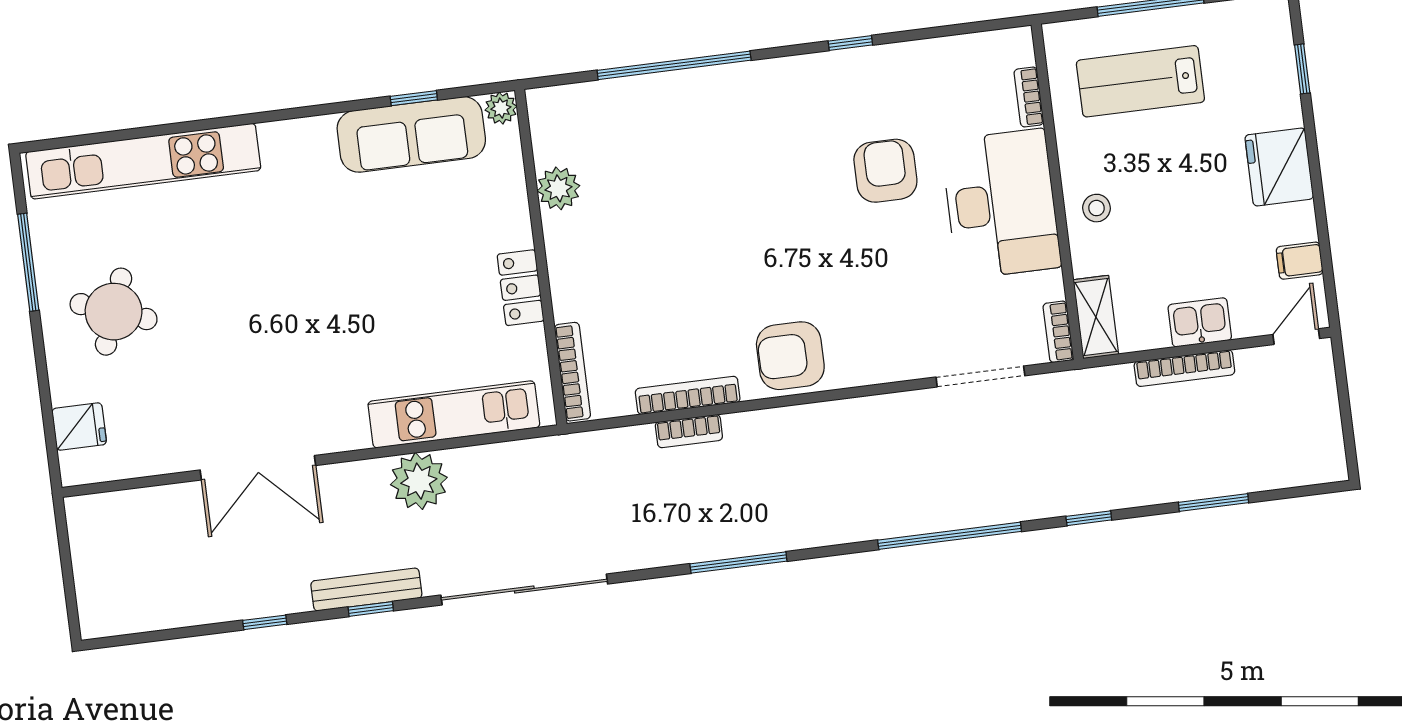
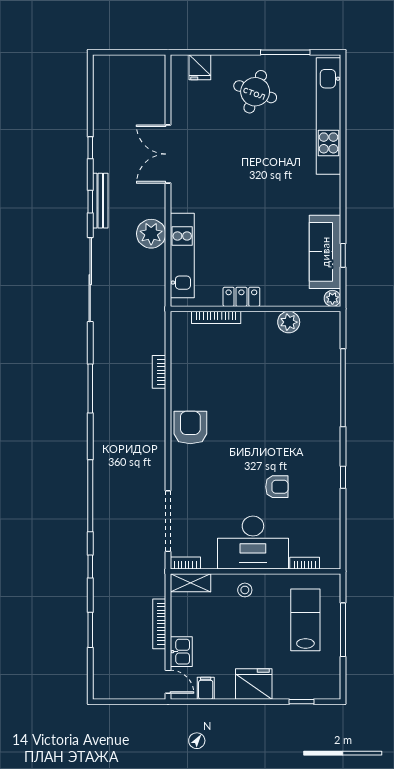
armchair: (885, 171) -> (277, 487), width x0.72, depth x0.72
kitchen sink: (1200, 322) -> (181, 652), moved
bookcase: (572, 372) -> (216, 317), moved
doorway: (980, 376) -> (168, 521), width x1.36
bookcase: (688, 395) -> (177, 374), removed

